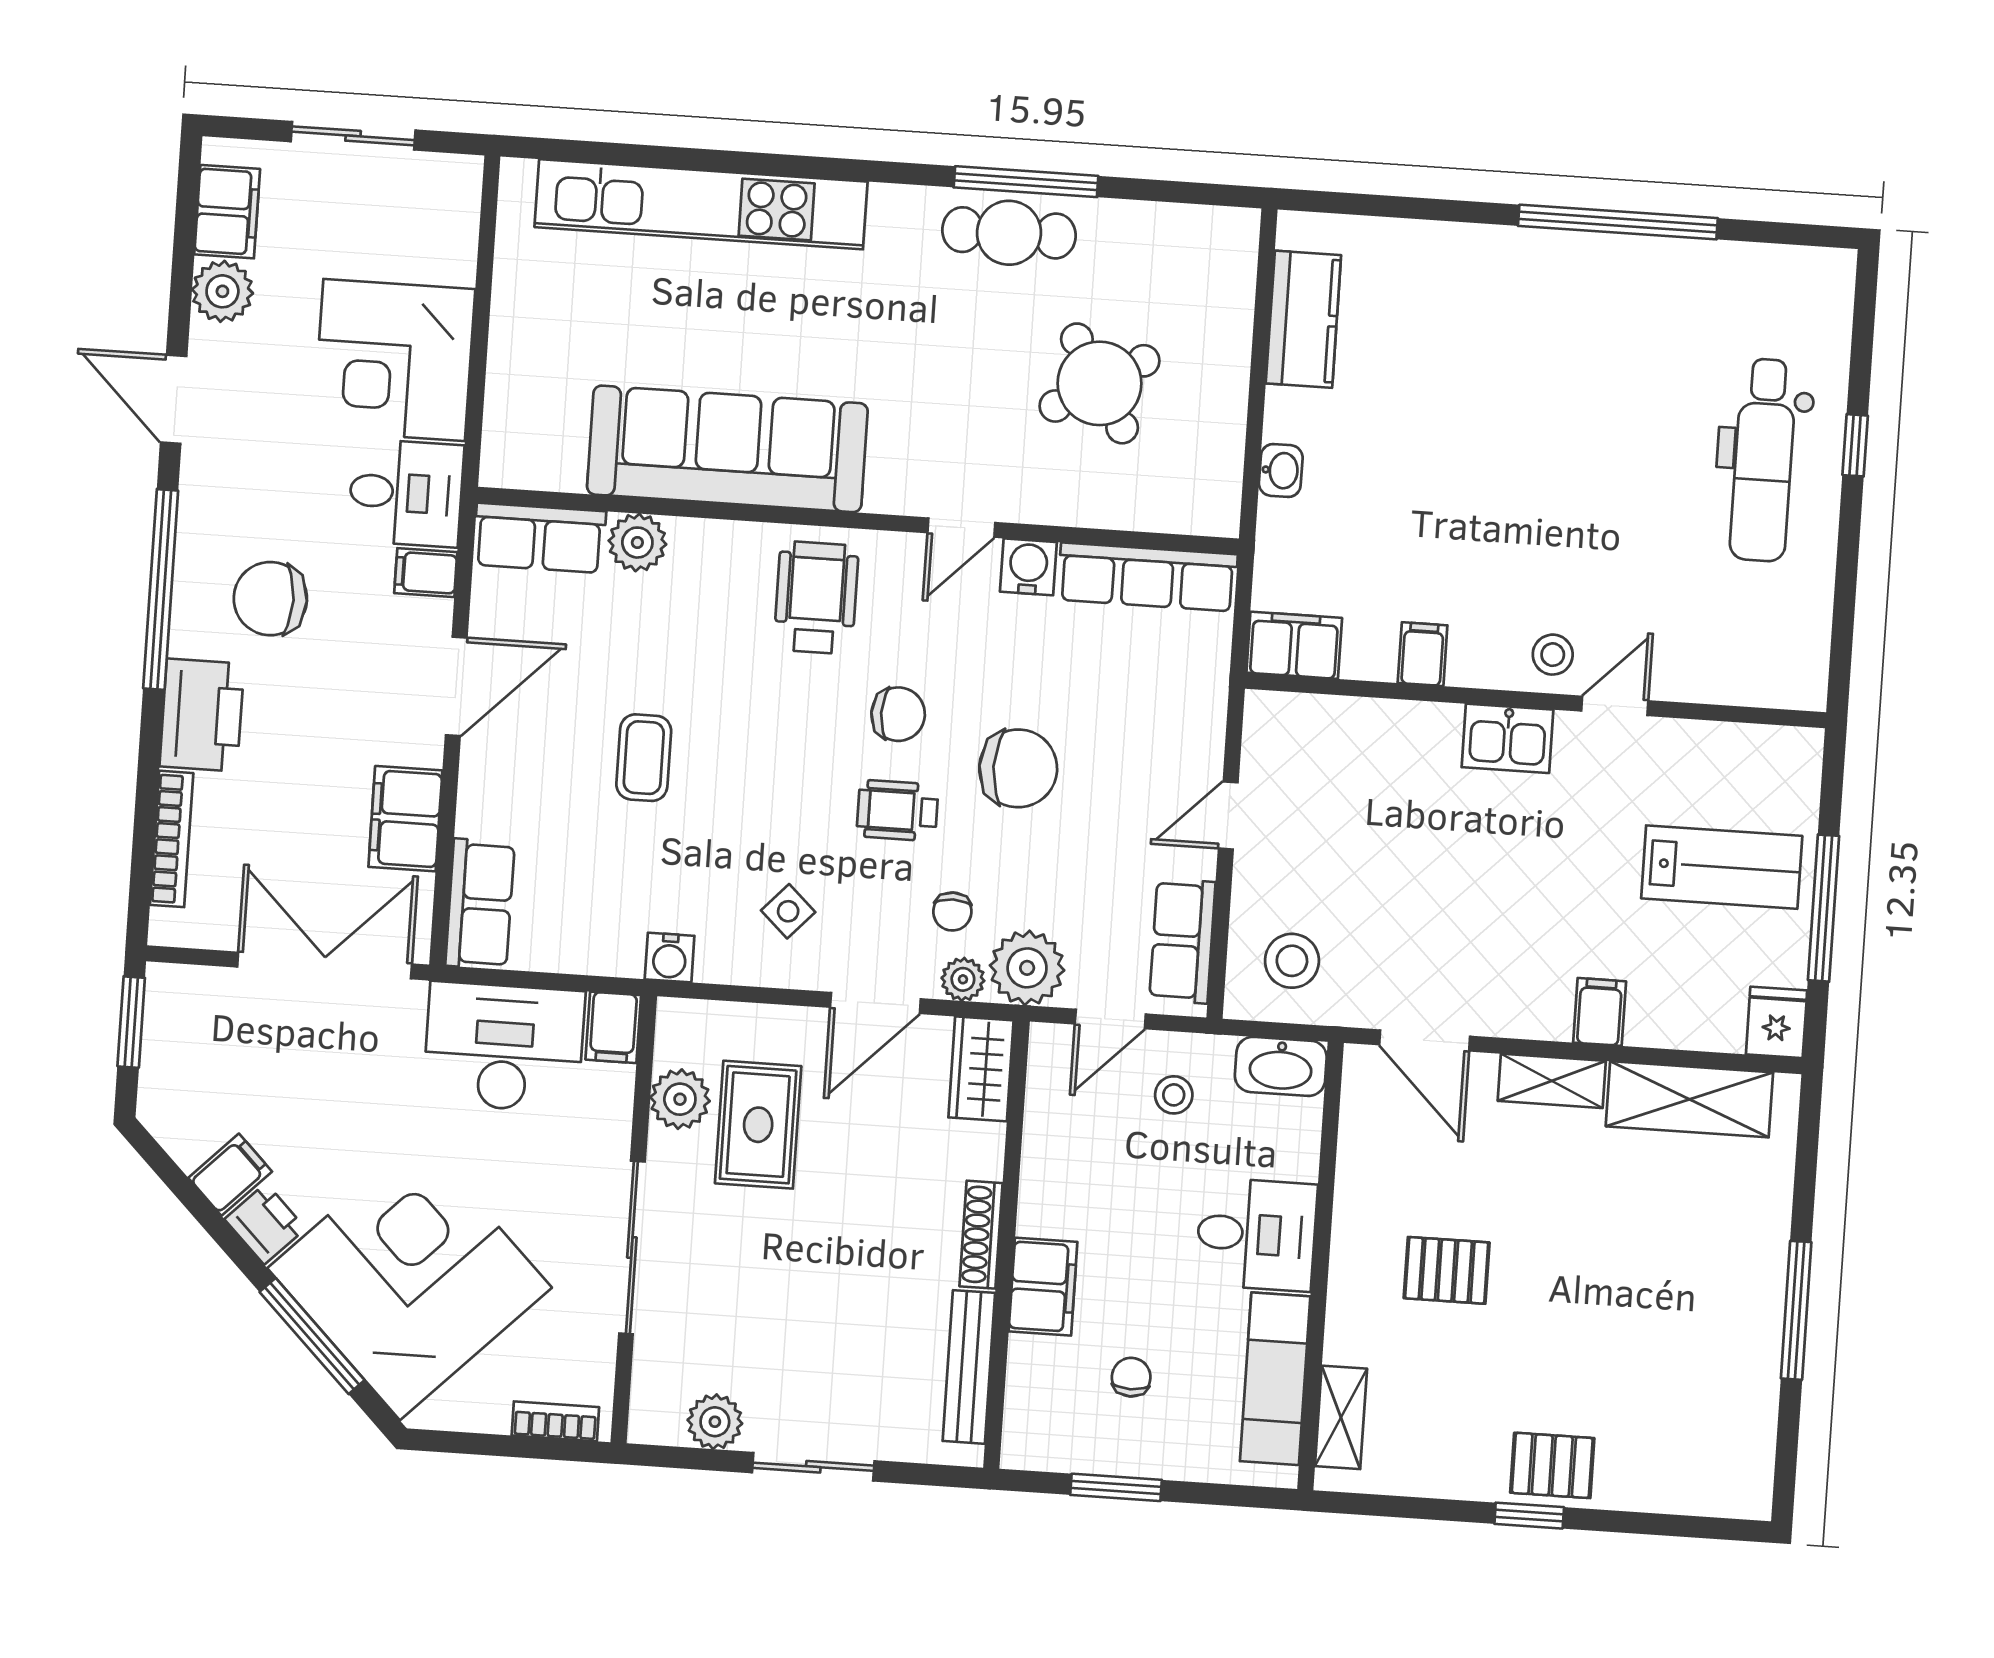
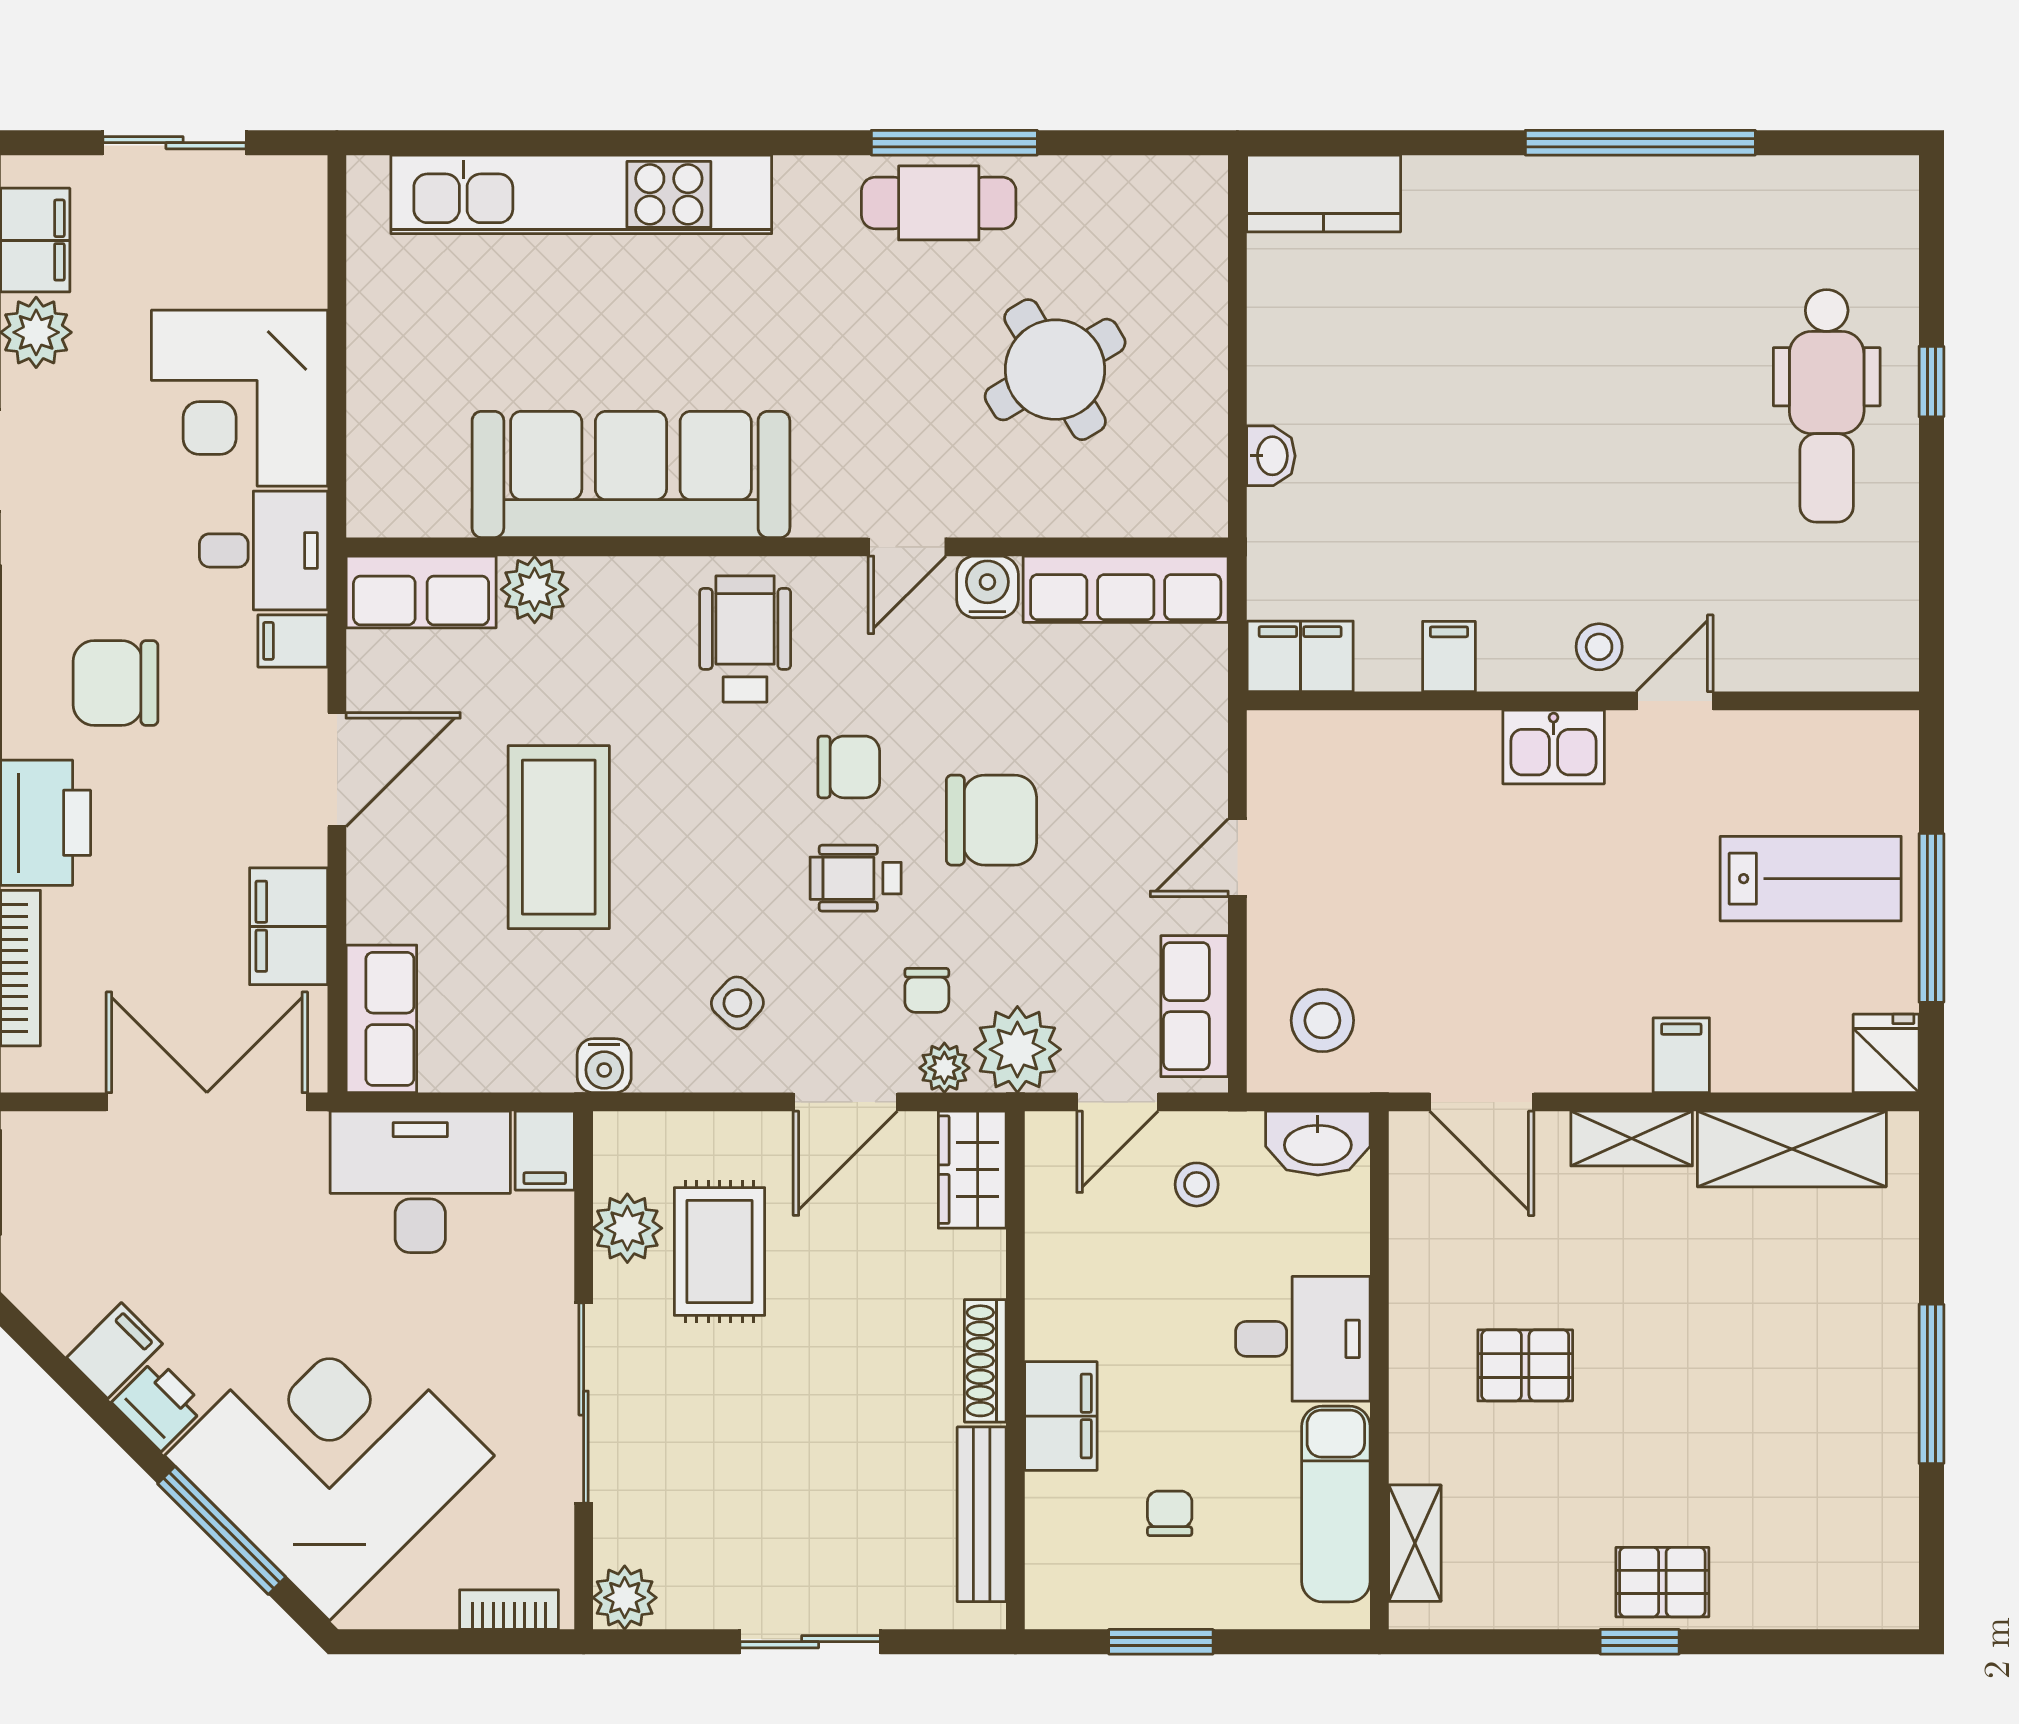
kitchen counter: (1303, 319) -> (1324, 194), moved, turned 90
coffee table: (644, 758) -> (559, 837), width x1.86, depth x1.72
plant: (715, 1422) -> (625, 1598), moved

